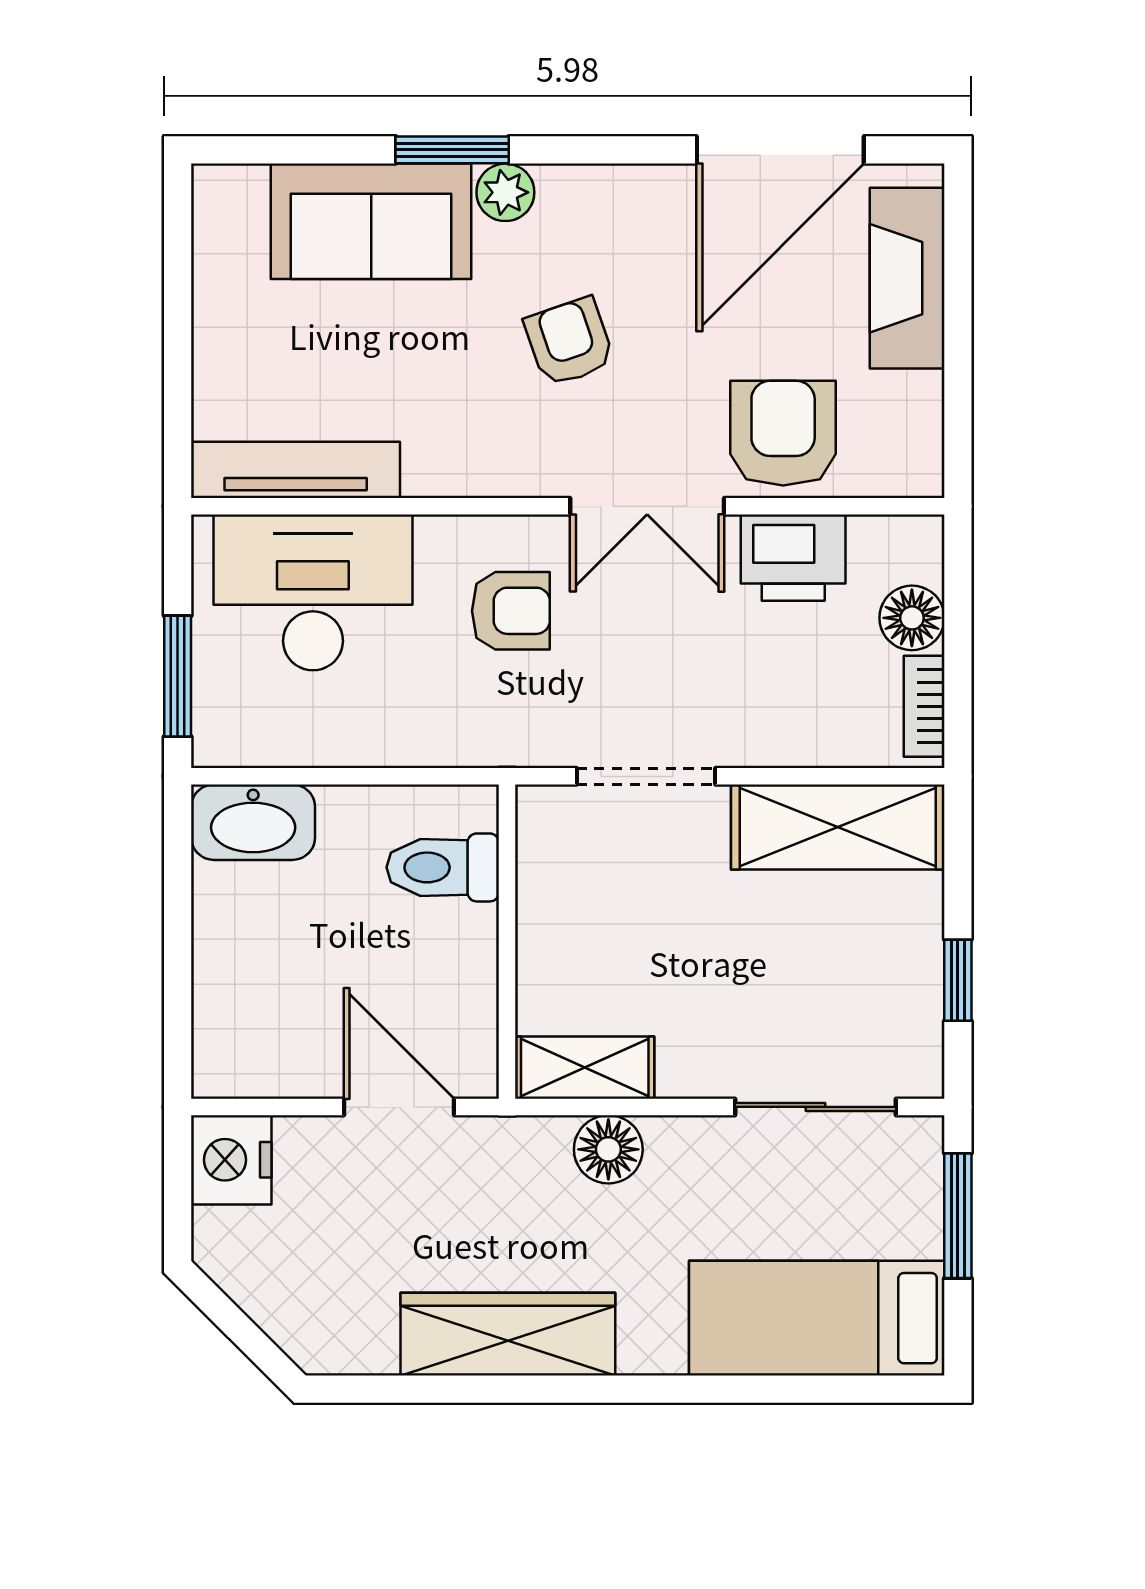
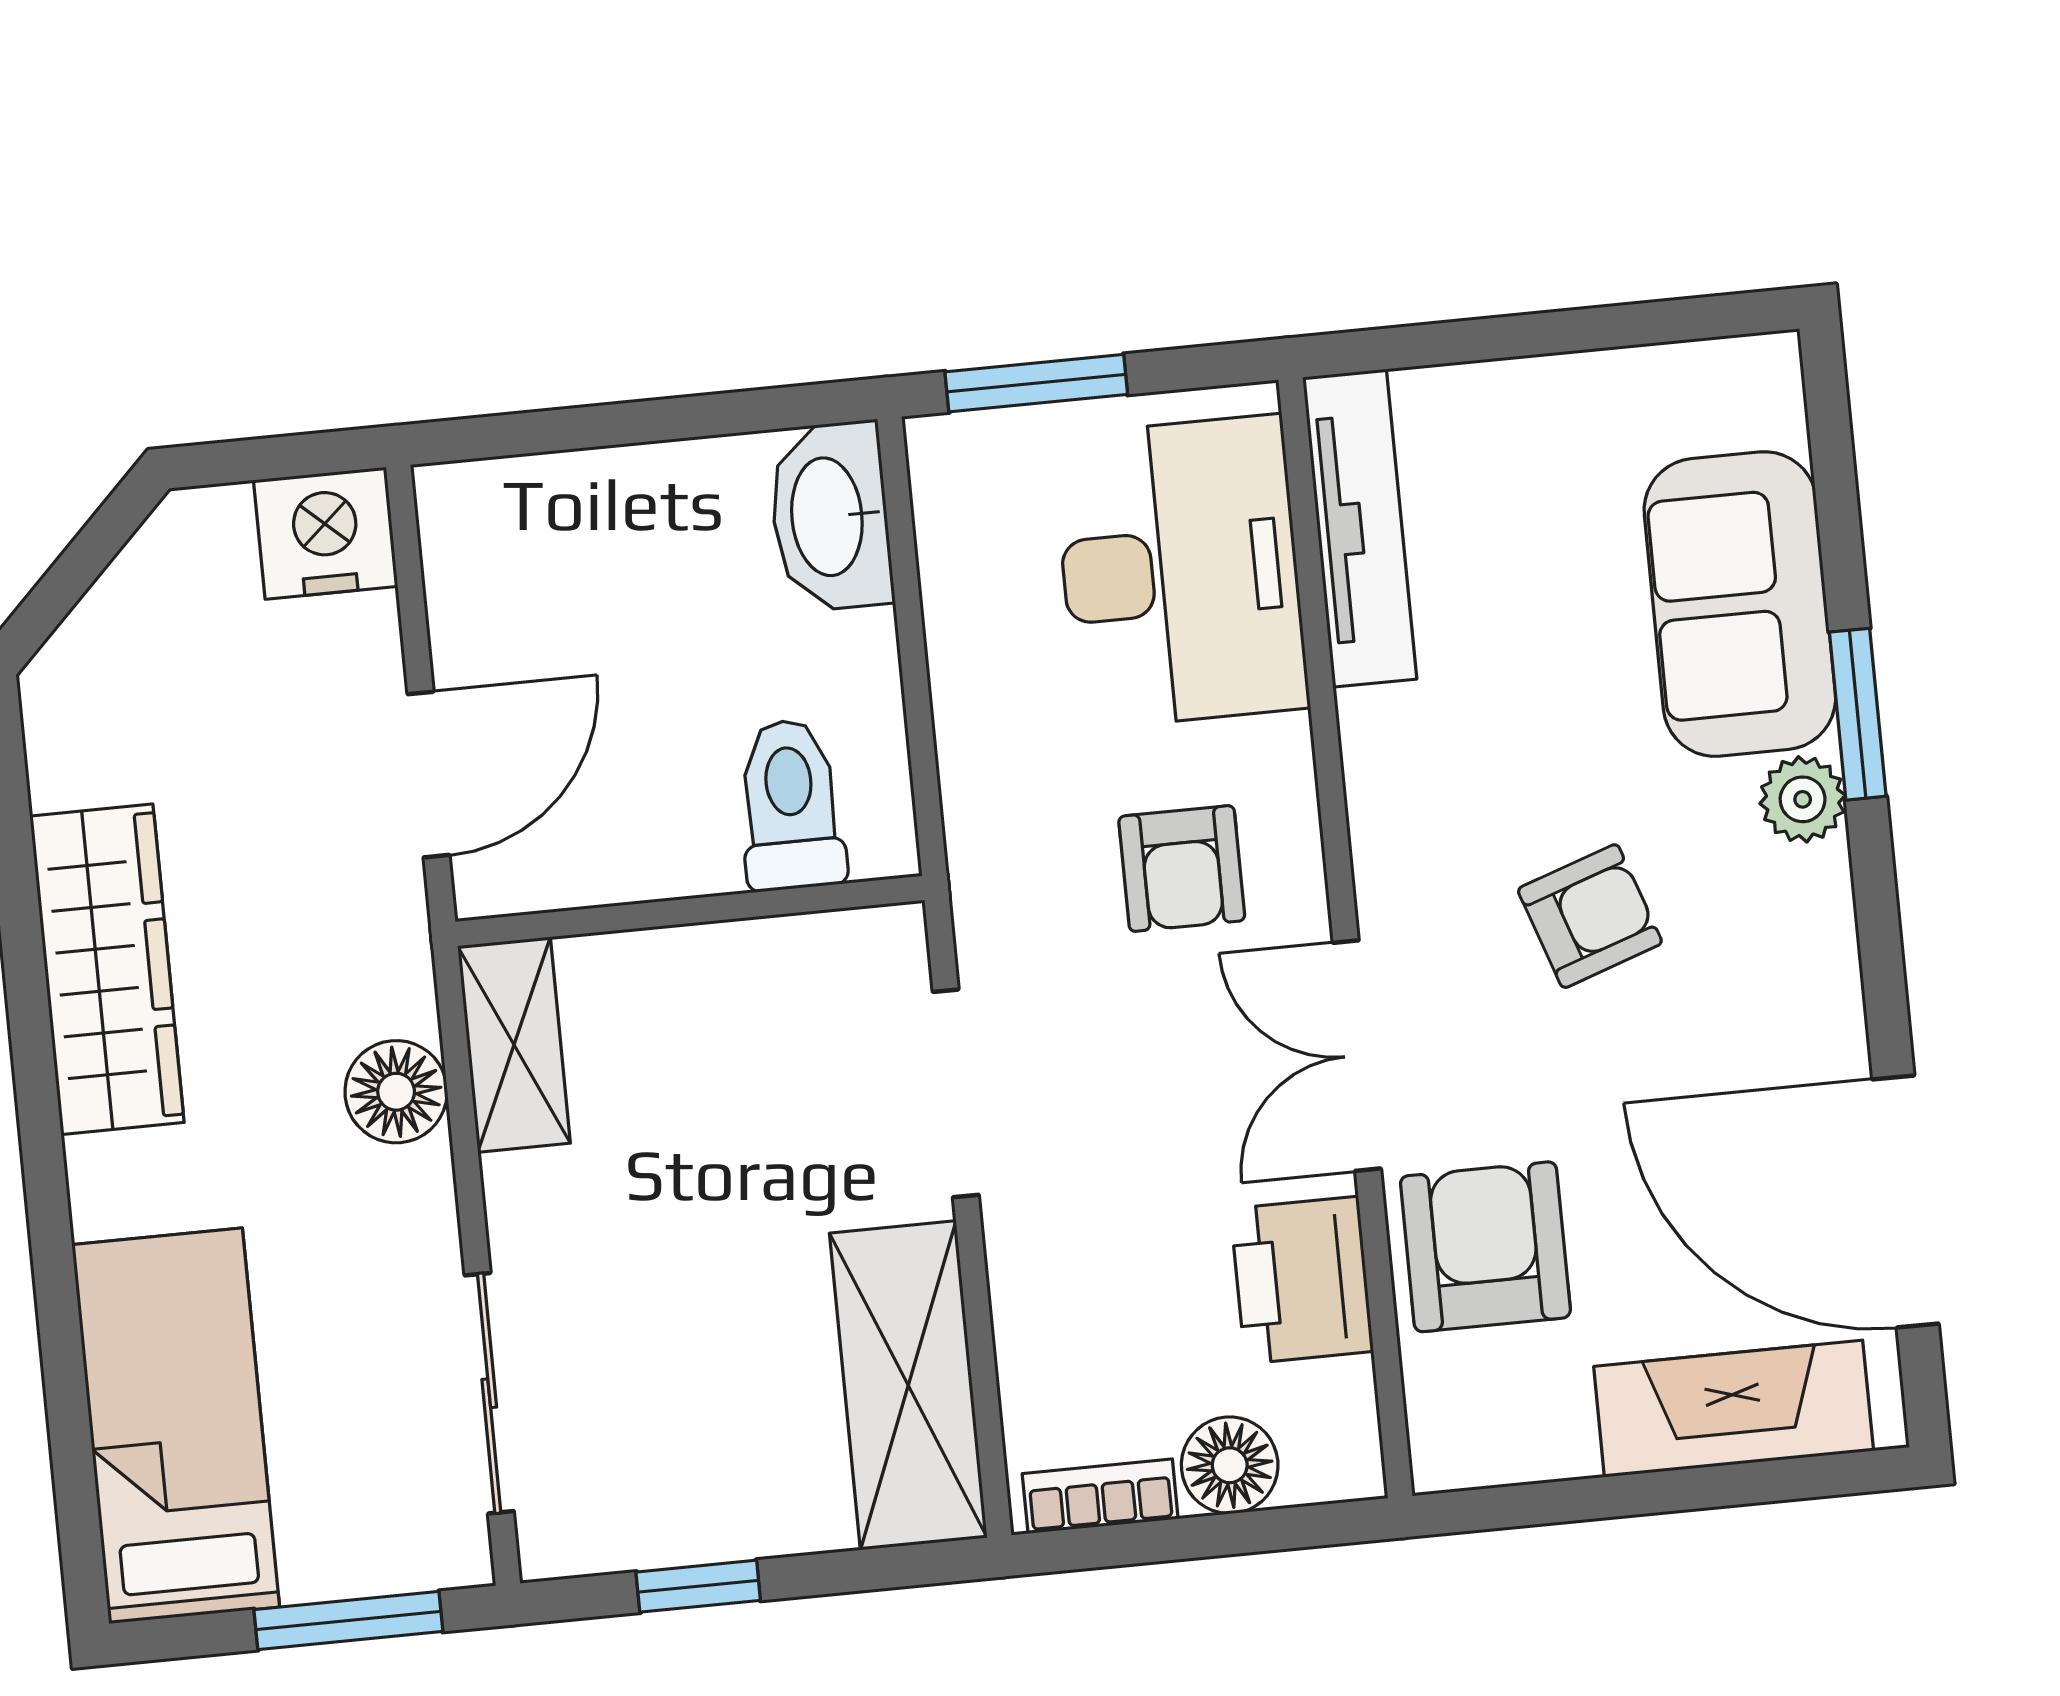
armchair: (783, 433) -> (1485, 1247), turned -90

